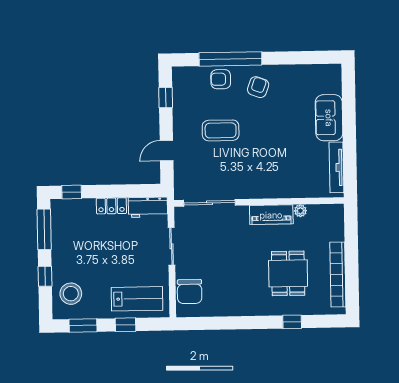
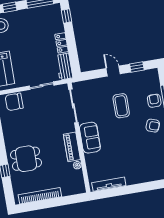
sofa: (329, 118) -> (90, 138), moved, turned 90
door: (167, 151) -> (113, 71), moved
dining table: (288, 273) -> (26, 159), moved

